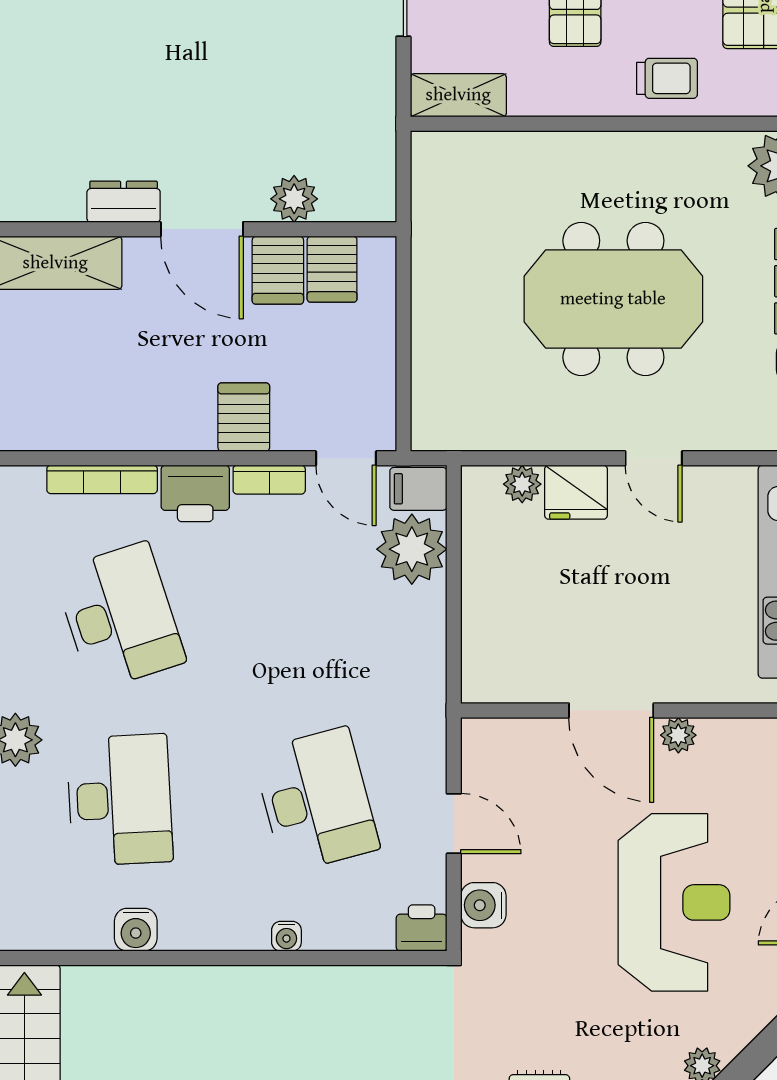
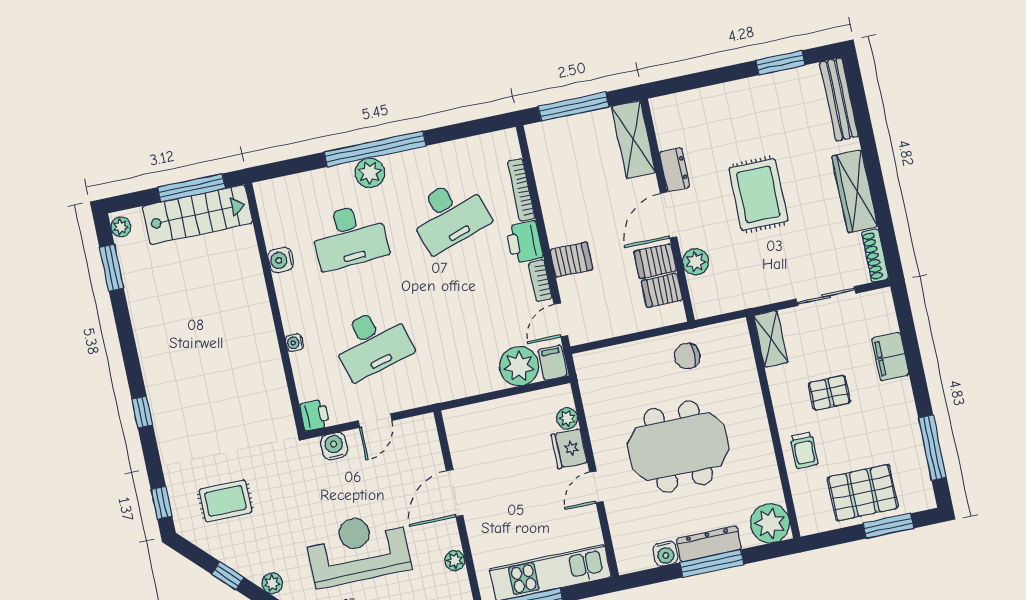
rug: (199, 63) -> (758, 195), added
chair: (457, 249) -> (687, 356), added
meeting table: (613, 299) -> (678, 447), turned 90
plant: (678, 735) -> (455, 561), moved
reception desk: (674, 902) -> (358, 549), turned 180

